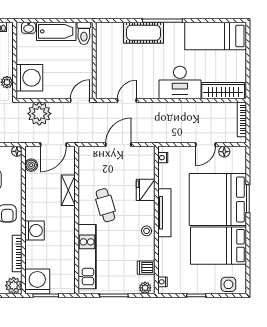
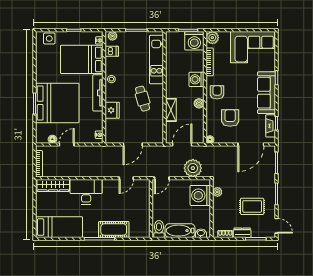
boiler: (31, 165) -> (199, 103), moved
bed: (218, 246) -> (82, 59), moved, turned 180

